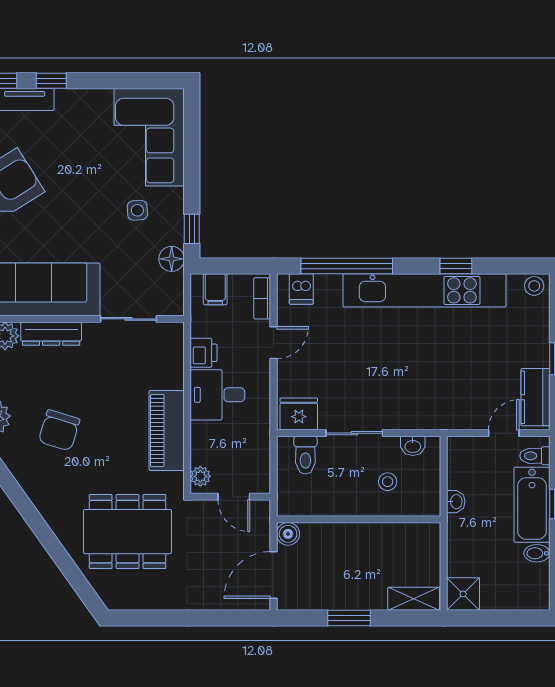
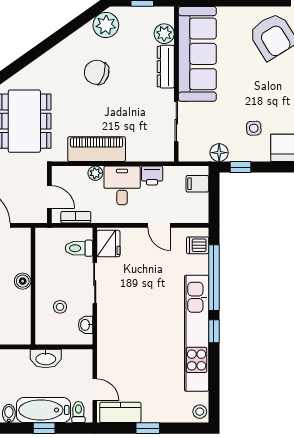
window: (456, 266) -> (214, 331), moved
bookcase: (262, 298) -> (76, 217), moved
plant: (200, 476) -> (95, 173), moved
door: (234, 497) -> (49, 197), swing flipped
washbasin: (456, 502) -> (46, 358), width x1.91, depth x1.45
boiler: (288, 534) -> (23, 281), moved

